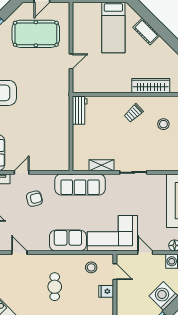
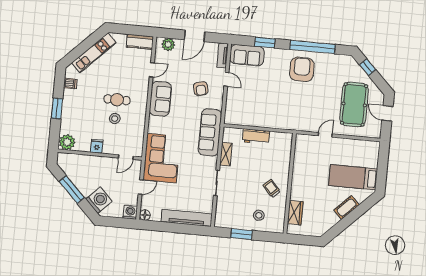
door: (71, 61) -> (325, 135), swing flipped
wardrobe: (151, 86) -> (295, 213), width x0.67
workbench: (80, 110) -> (256, 136), moved
sofa: (68, 241) -> (160, 99), moved
stool: (91, 267) -> (115, 119), moved
fridge: (106, 291) -> (97, 146), moved

